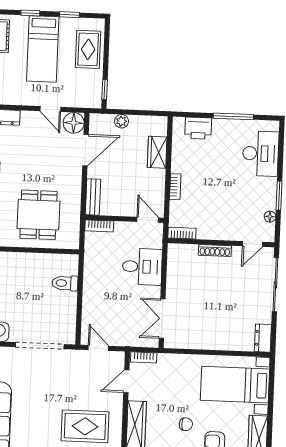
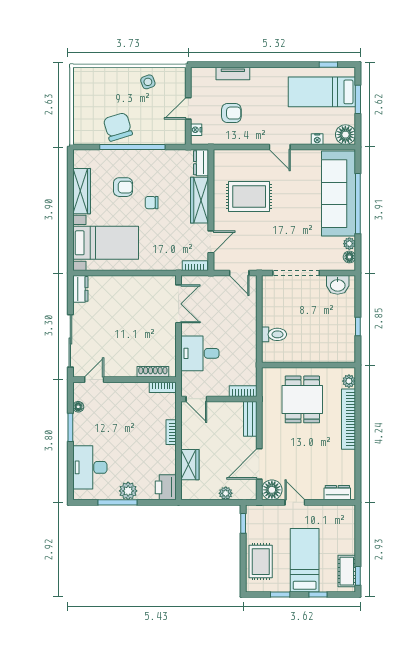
printer: (198, 128) -> (166, 487), moved, turned -90
plant: (222, 128) -> (128, 491), added
shoe rack: (215, 250) -> (153, 372), moved

